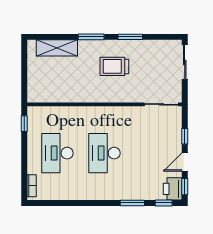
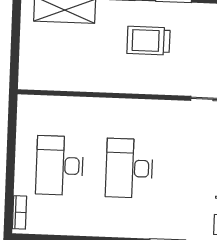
window: (24, 124) -> (12, 120), removed

